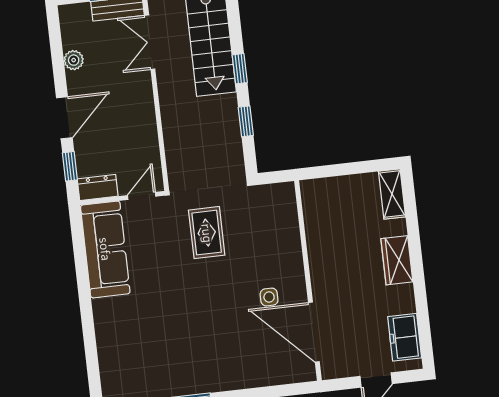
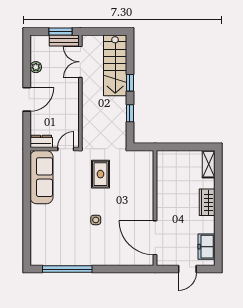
window: (70, 166) -> (27, 127), removed
side table: (269, 297) -> (96, 220), moved

